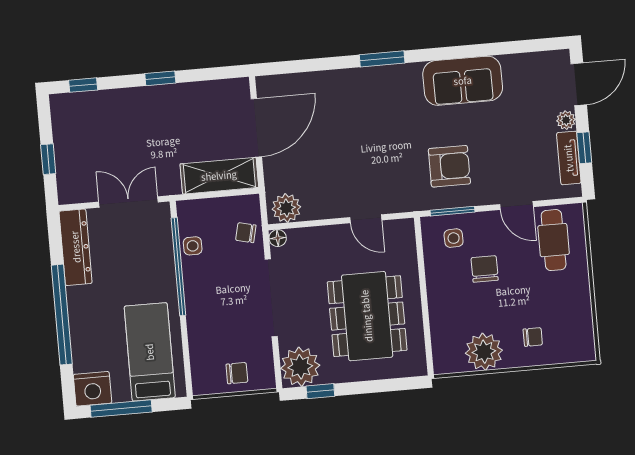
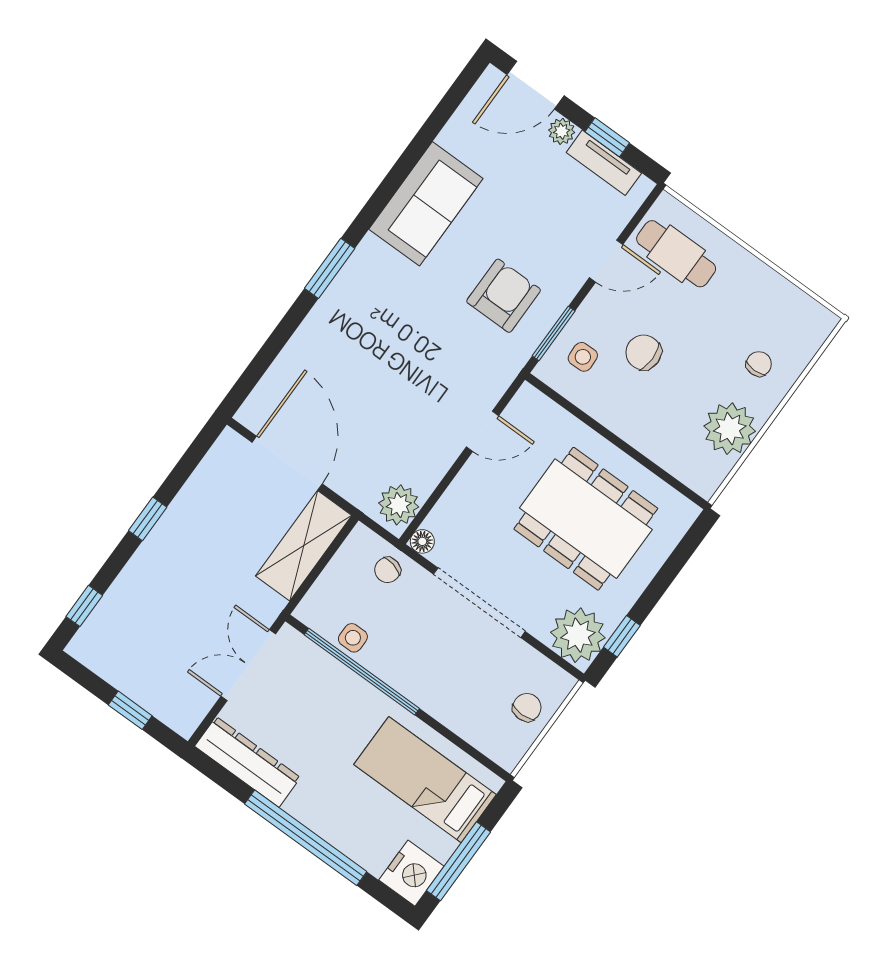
door: (579, 84) -> (535, 85), swing flipped

